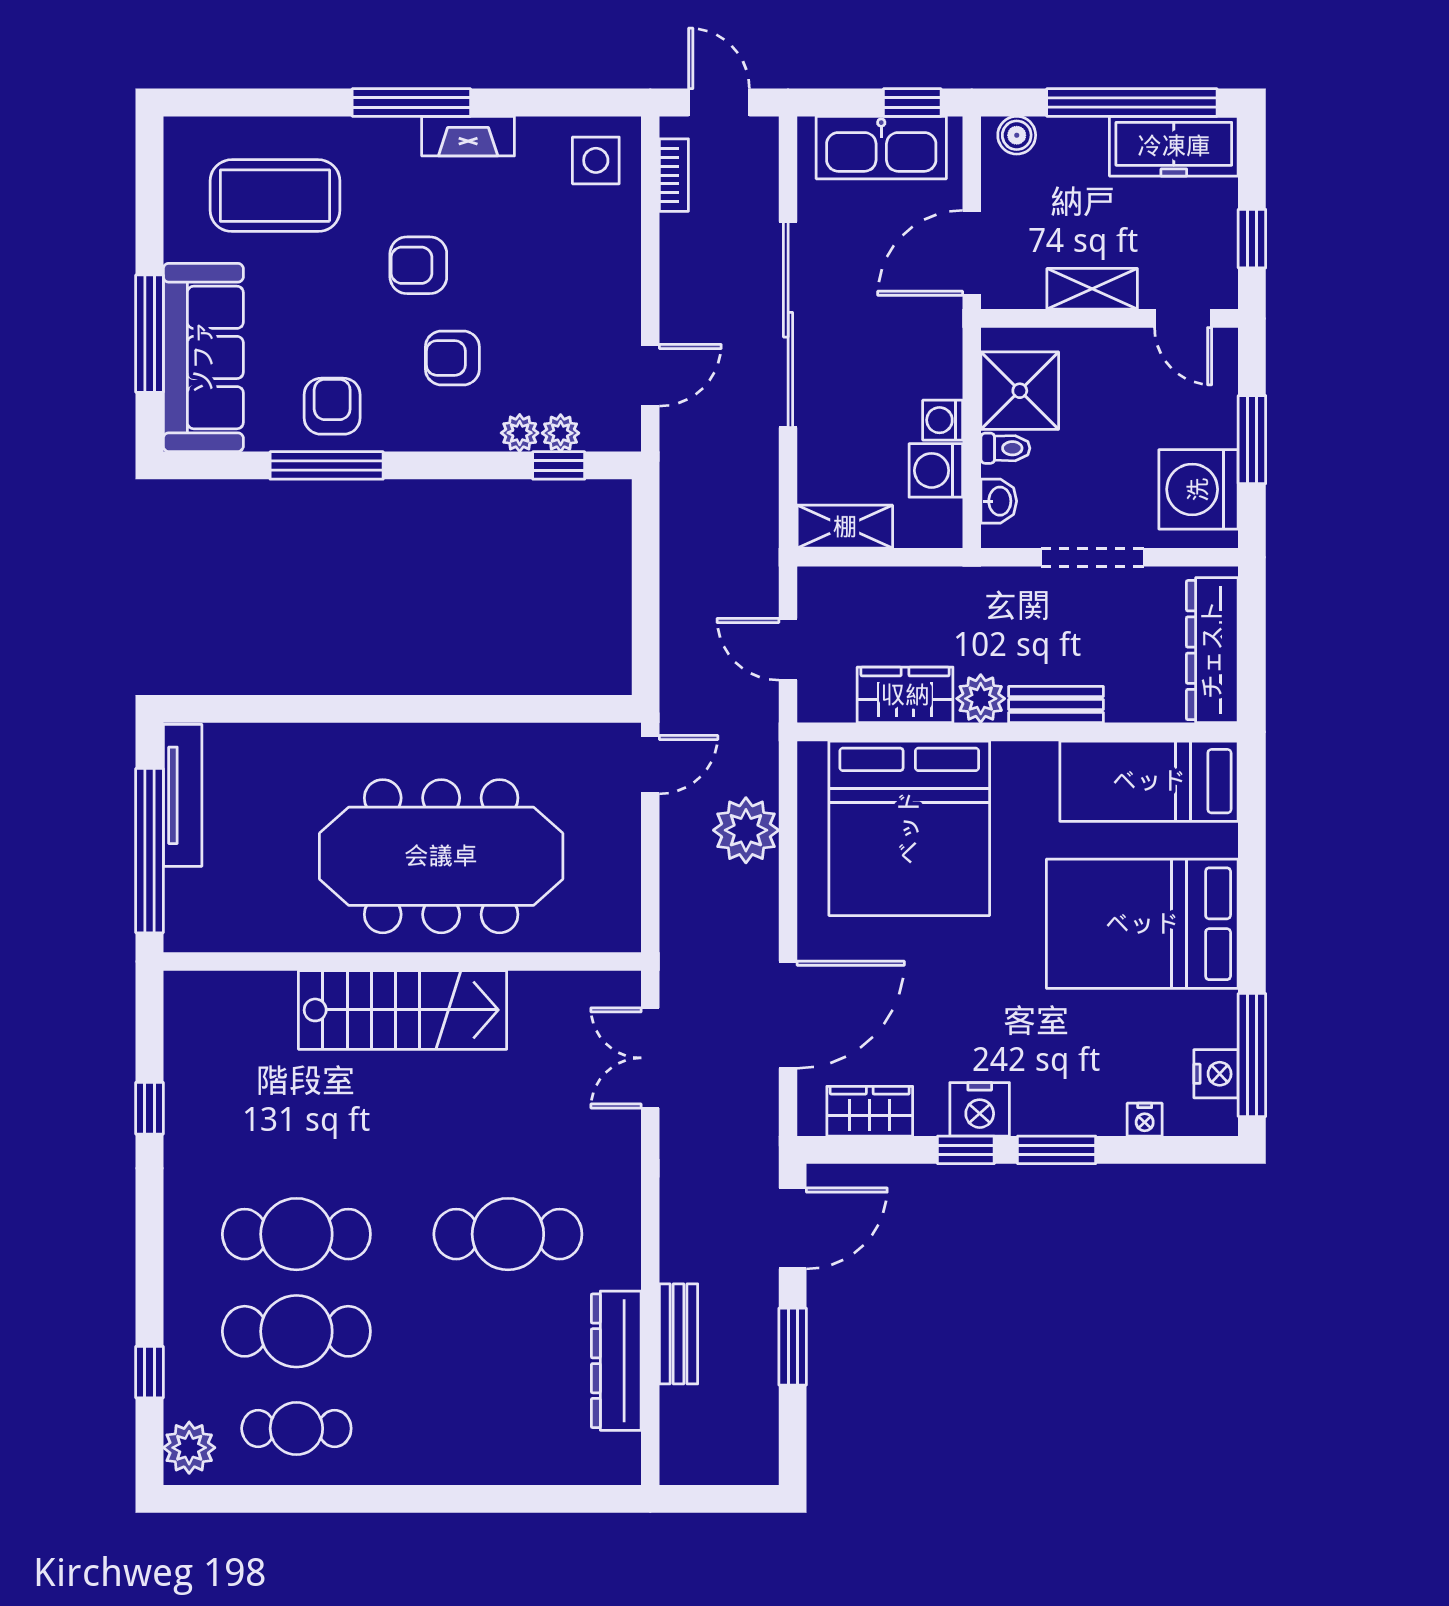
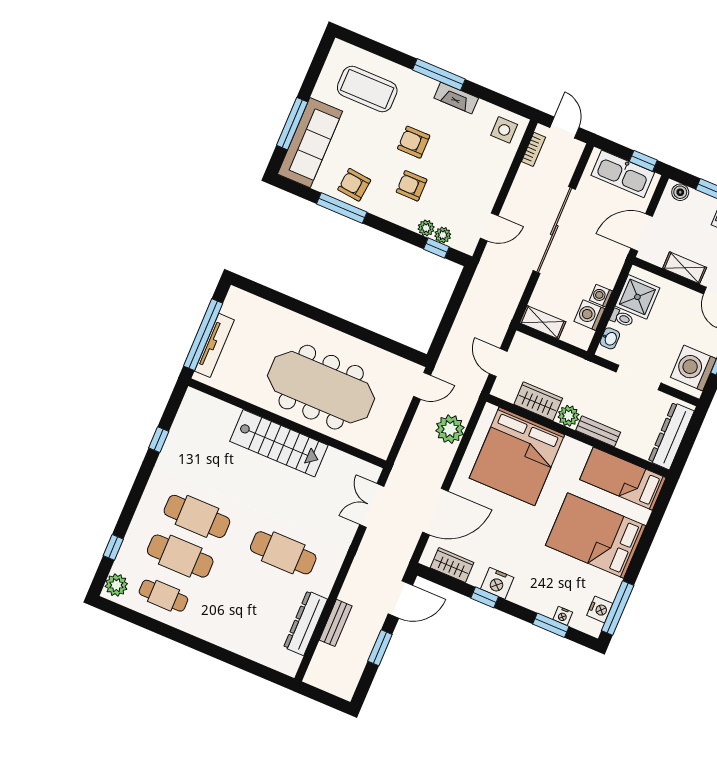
armchair: (332, 406) -> (354, 185), turned -84
tv unit: (183, 795) -> (214, 345), moved
window: (1057, 1150) -> (551, 625), moved

